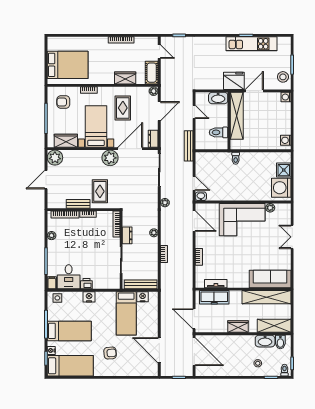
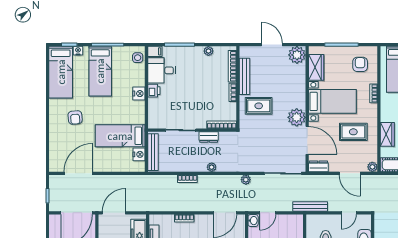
bench: (78, 204) -> (244, 76), width x1.36

